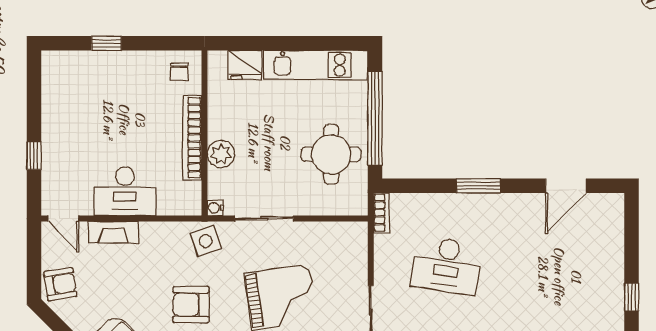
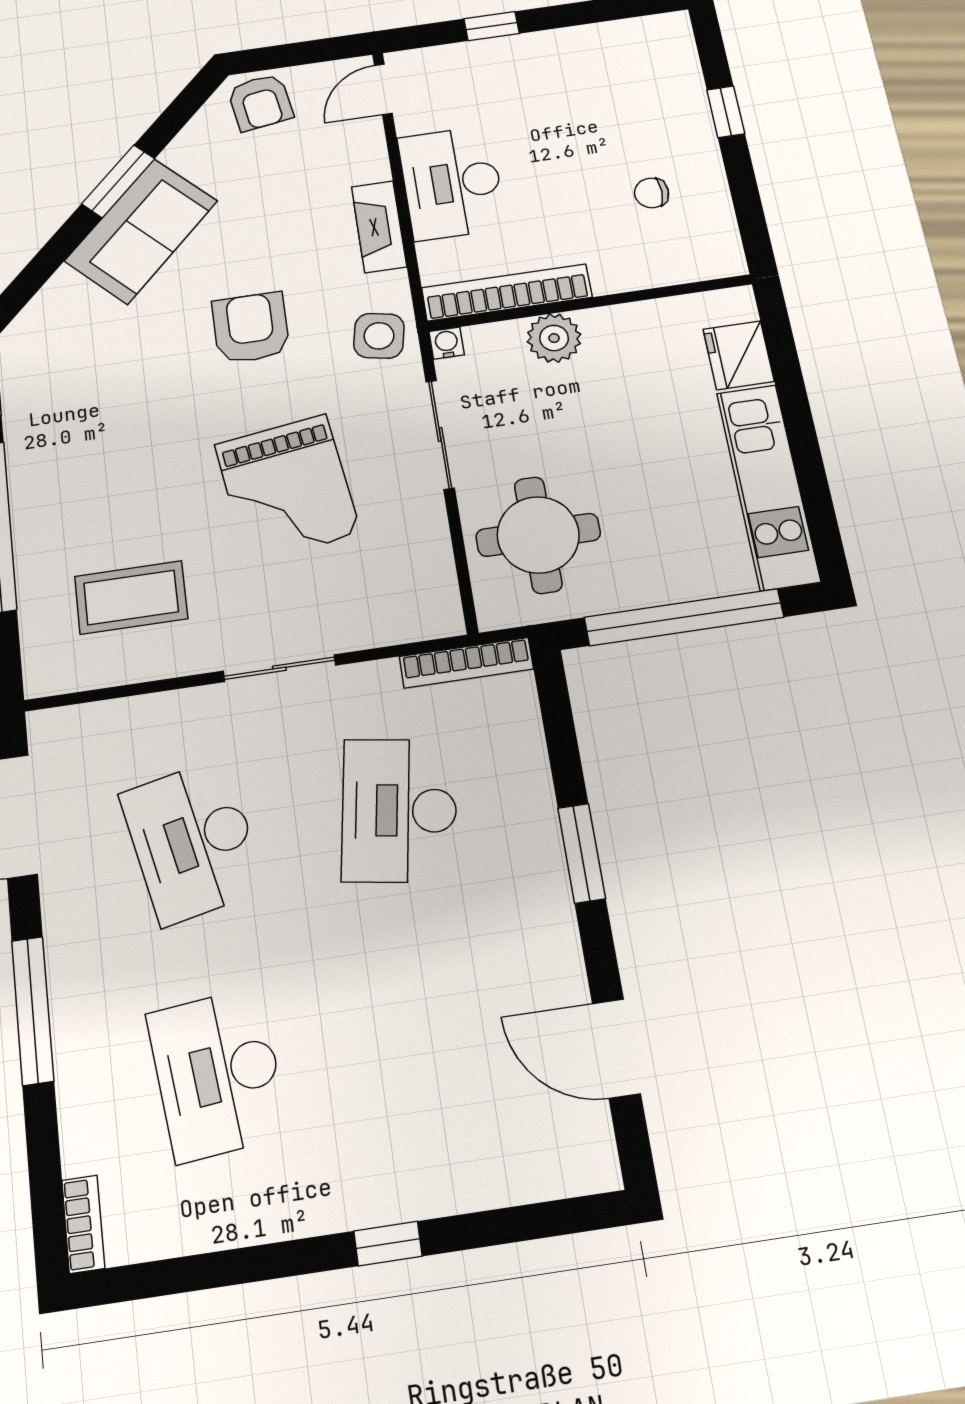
chair: (180, 72) -> (652, 193), moved
bookcase: (192, 138) -> (507, 292), moved
round table: (331, 154) -> (538, 535), moved
bookcase: (382, 213) -> (466, 663), width x1.56
fireplace: (113, 232) -> (379, 227), moved
side table: (206, 241) -> (379, 336), turned 31

